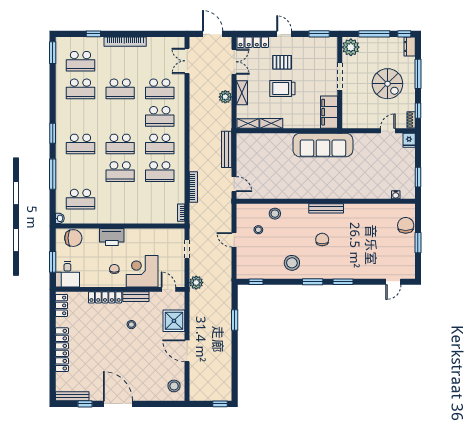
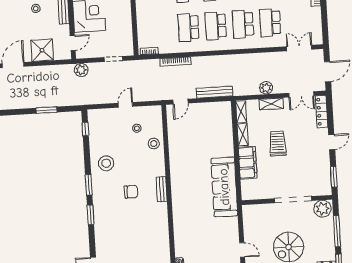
pallet: (282, 62) -> (304, 142), removed
doorway: (340, 77) -> (293, 200), width x1.36
filing cabinet: (329, 112) -> (248, 163), moved, turned 90
bench: (326, 208) -> (162, 189), width x0.73

